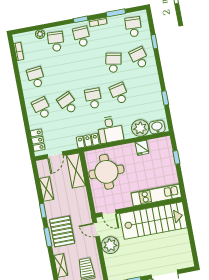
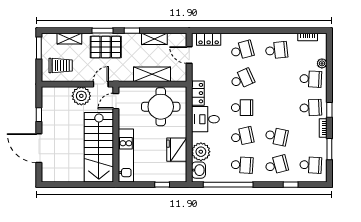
school desk: (145, 89) -> (242, 165), added
window: (165, 98) -> (228, 185), width x3.17
fridge: (142, 148) -> (177, 150), width x1.88, depth x1.34
shelving: (76, 170) -> (152, 74), moved

